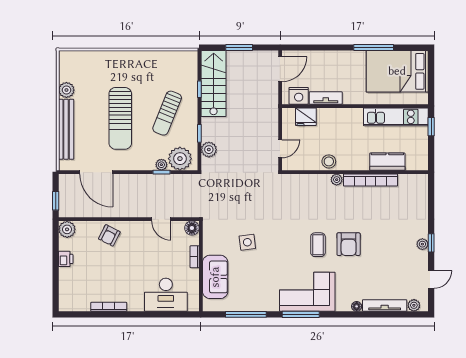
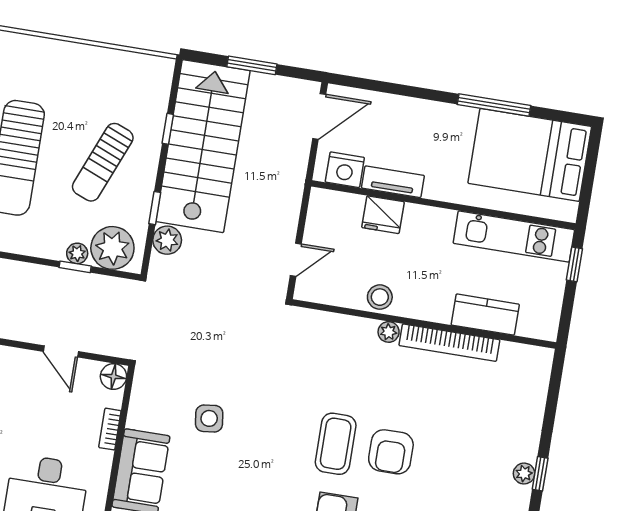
stairs: (214, 84) -> (203, 146), width x1.36, depth x1.51
fridge: (306, 117) -> (383, 215), moved
coffee table: (318, 245) -> (336, 444), width x1.36, depth x1.30

